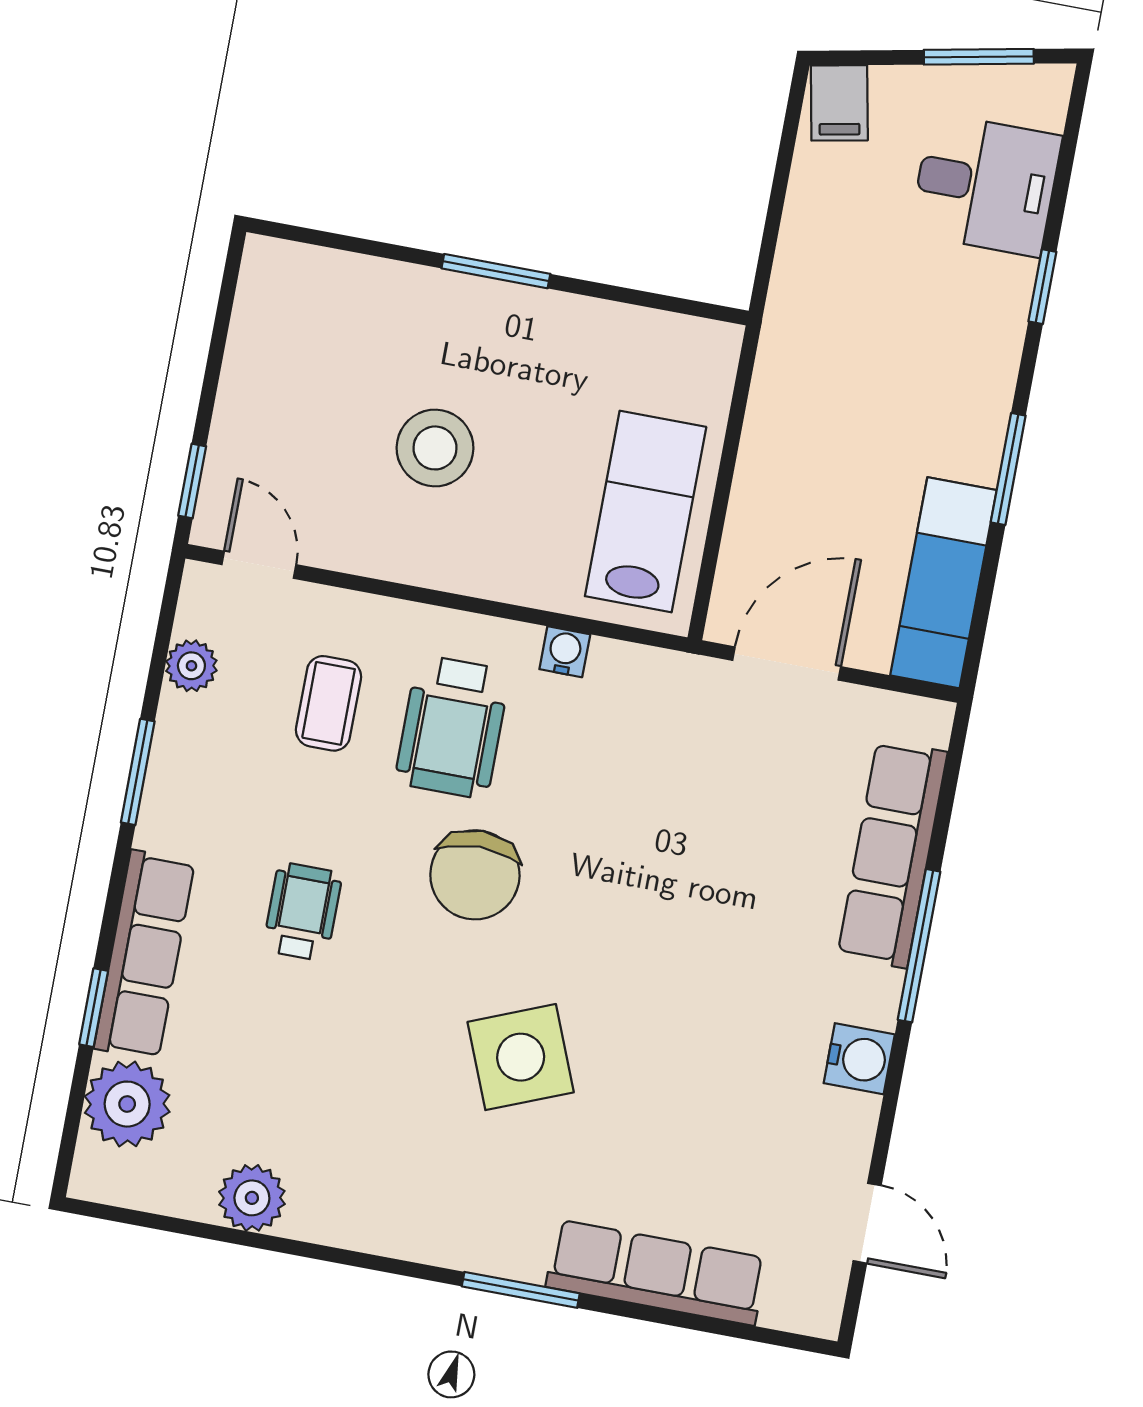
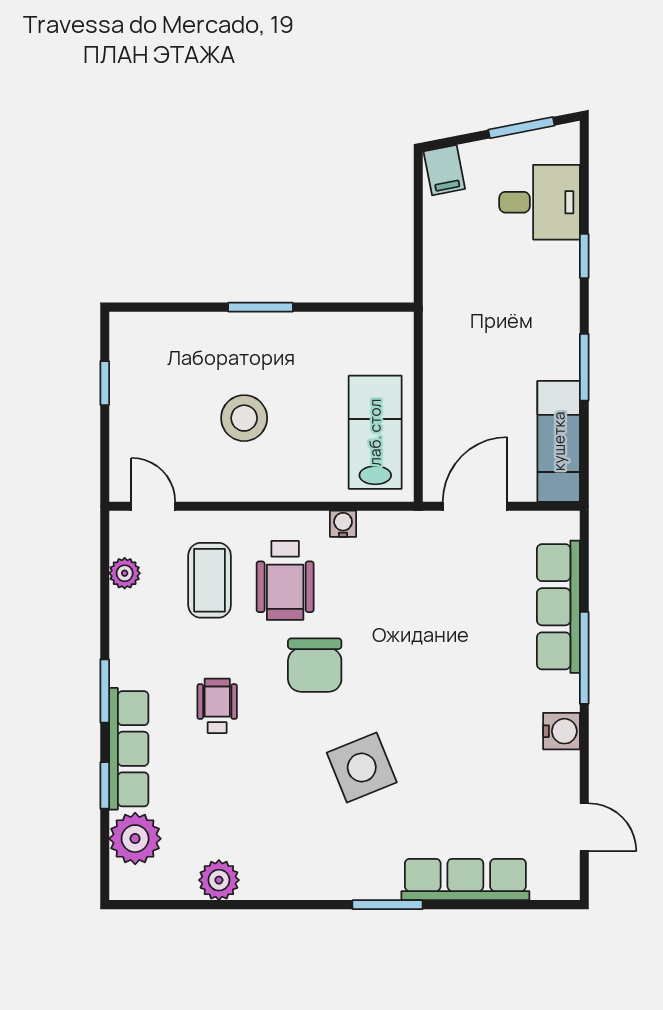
window: (192, 481) -> (105, 383), moved
coffee table: (329, 703) -> (210, 580), width x1.36, depth x1.30
window: (138, 772) -> (105, 691), moved

